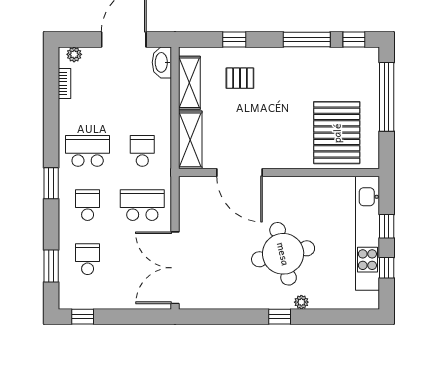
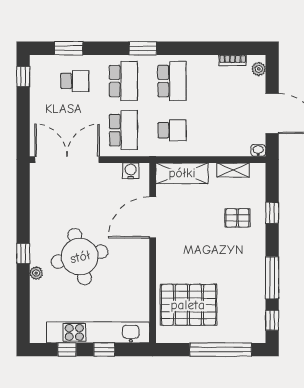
washbasin: (162, 62) -> (258, 150), width x0.52, depth x0.69
pallet: (240, 78) -> (237, 218), turned 90
shelving: (189, 83) -> (233, 170), width x0.67, depth x0.75
water cooler: (188, 197) -> (131, 171), added
school desk: (88, 205) -> (123, 81), width x1.85

